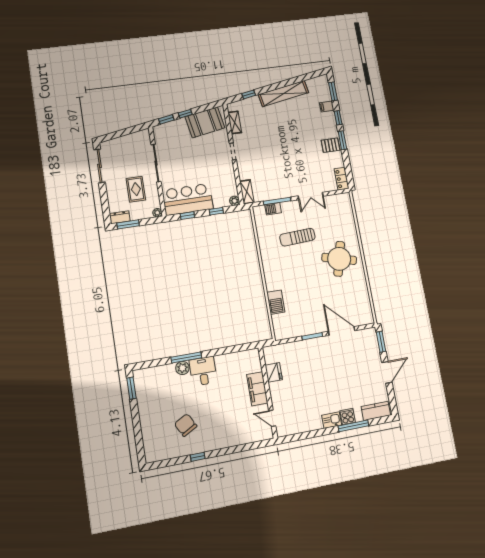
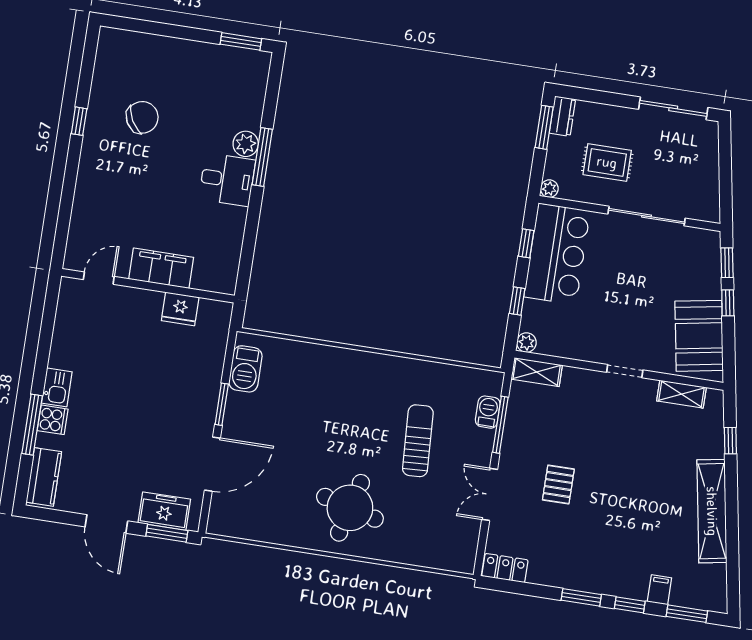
pallet: (331, 145) -> (558, 485), moved
barbecue: (276, 302) -> (245, 369), moved, turned -90
freezer: (371, 347) -> (164, 511), added

